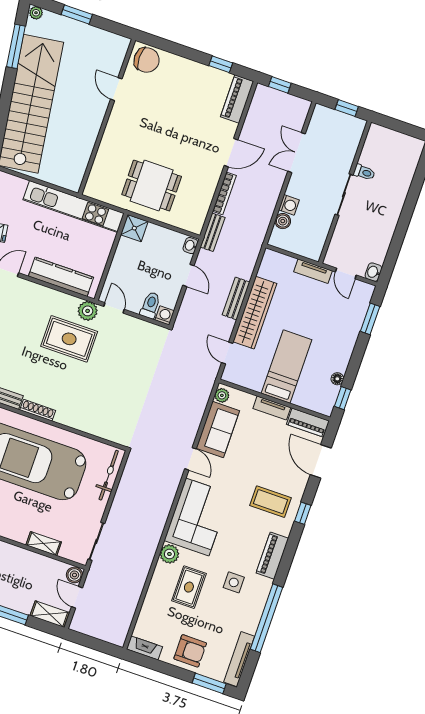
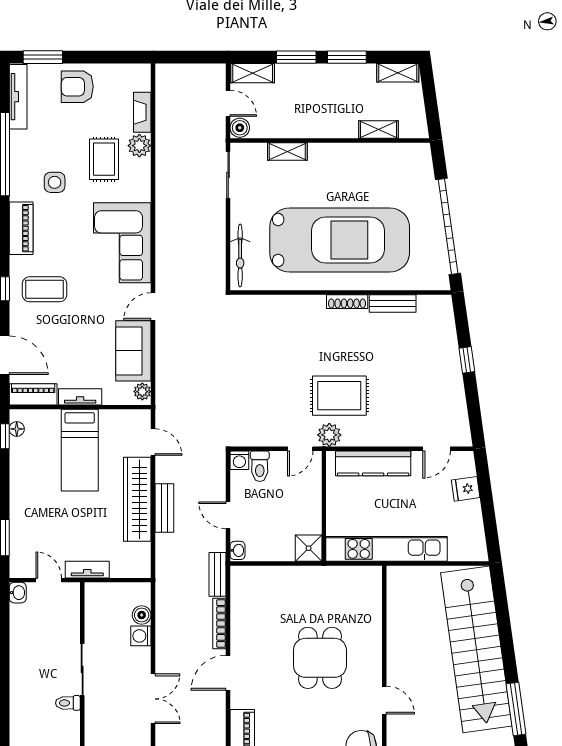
dining table: (152, 186) -> (320, 658), moved, turned 90
door: (114, 308) -> (300, 449), hinge flipped
floor lamp: (337, 379) -> (17, 429), moved
door: (190, 459) -> (153, 307), hinge flipped
plant: (169, 554) -> (139, 146), moved
fireplace: (144, 648) -> (142, 112), moved, turned 90

